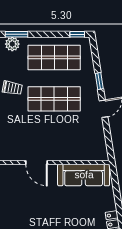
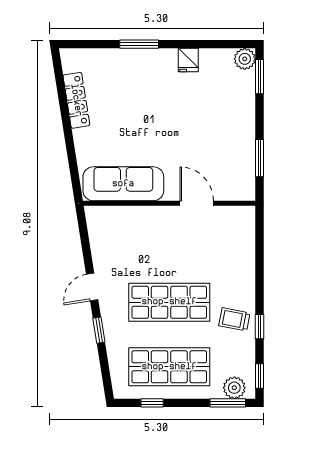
window: (77, 34) -> (152, 403), moved

